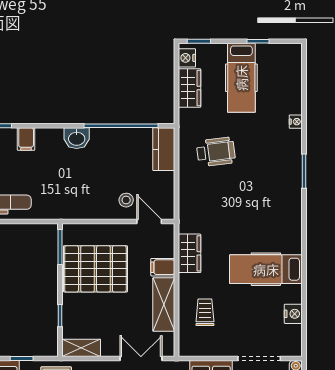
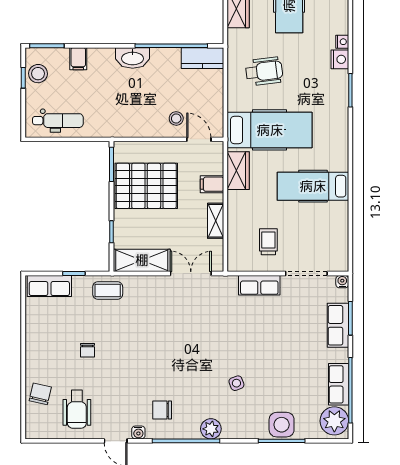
washbasin: (77, 138) -> (133, 58), width x1.38
kitchen counter: (164, 149) -> (202, 58), moved, turned -90
hospital bed: (221, 212) -> (270, 130), added
shelving: (164, 304) -> (216, 221), width x0.67, depth x0.75
trolley: (205, 312) -> (268, 242), moved
nightstand: (293, 314) -> (340, 59), moved
shelving: (81, 348) -> (142, 260), width x1.50, depth x1.33

